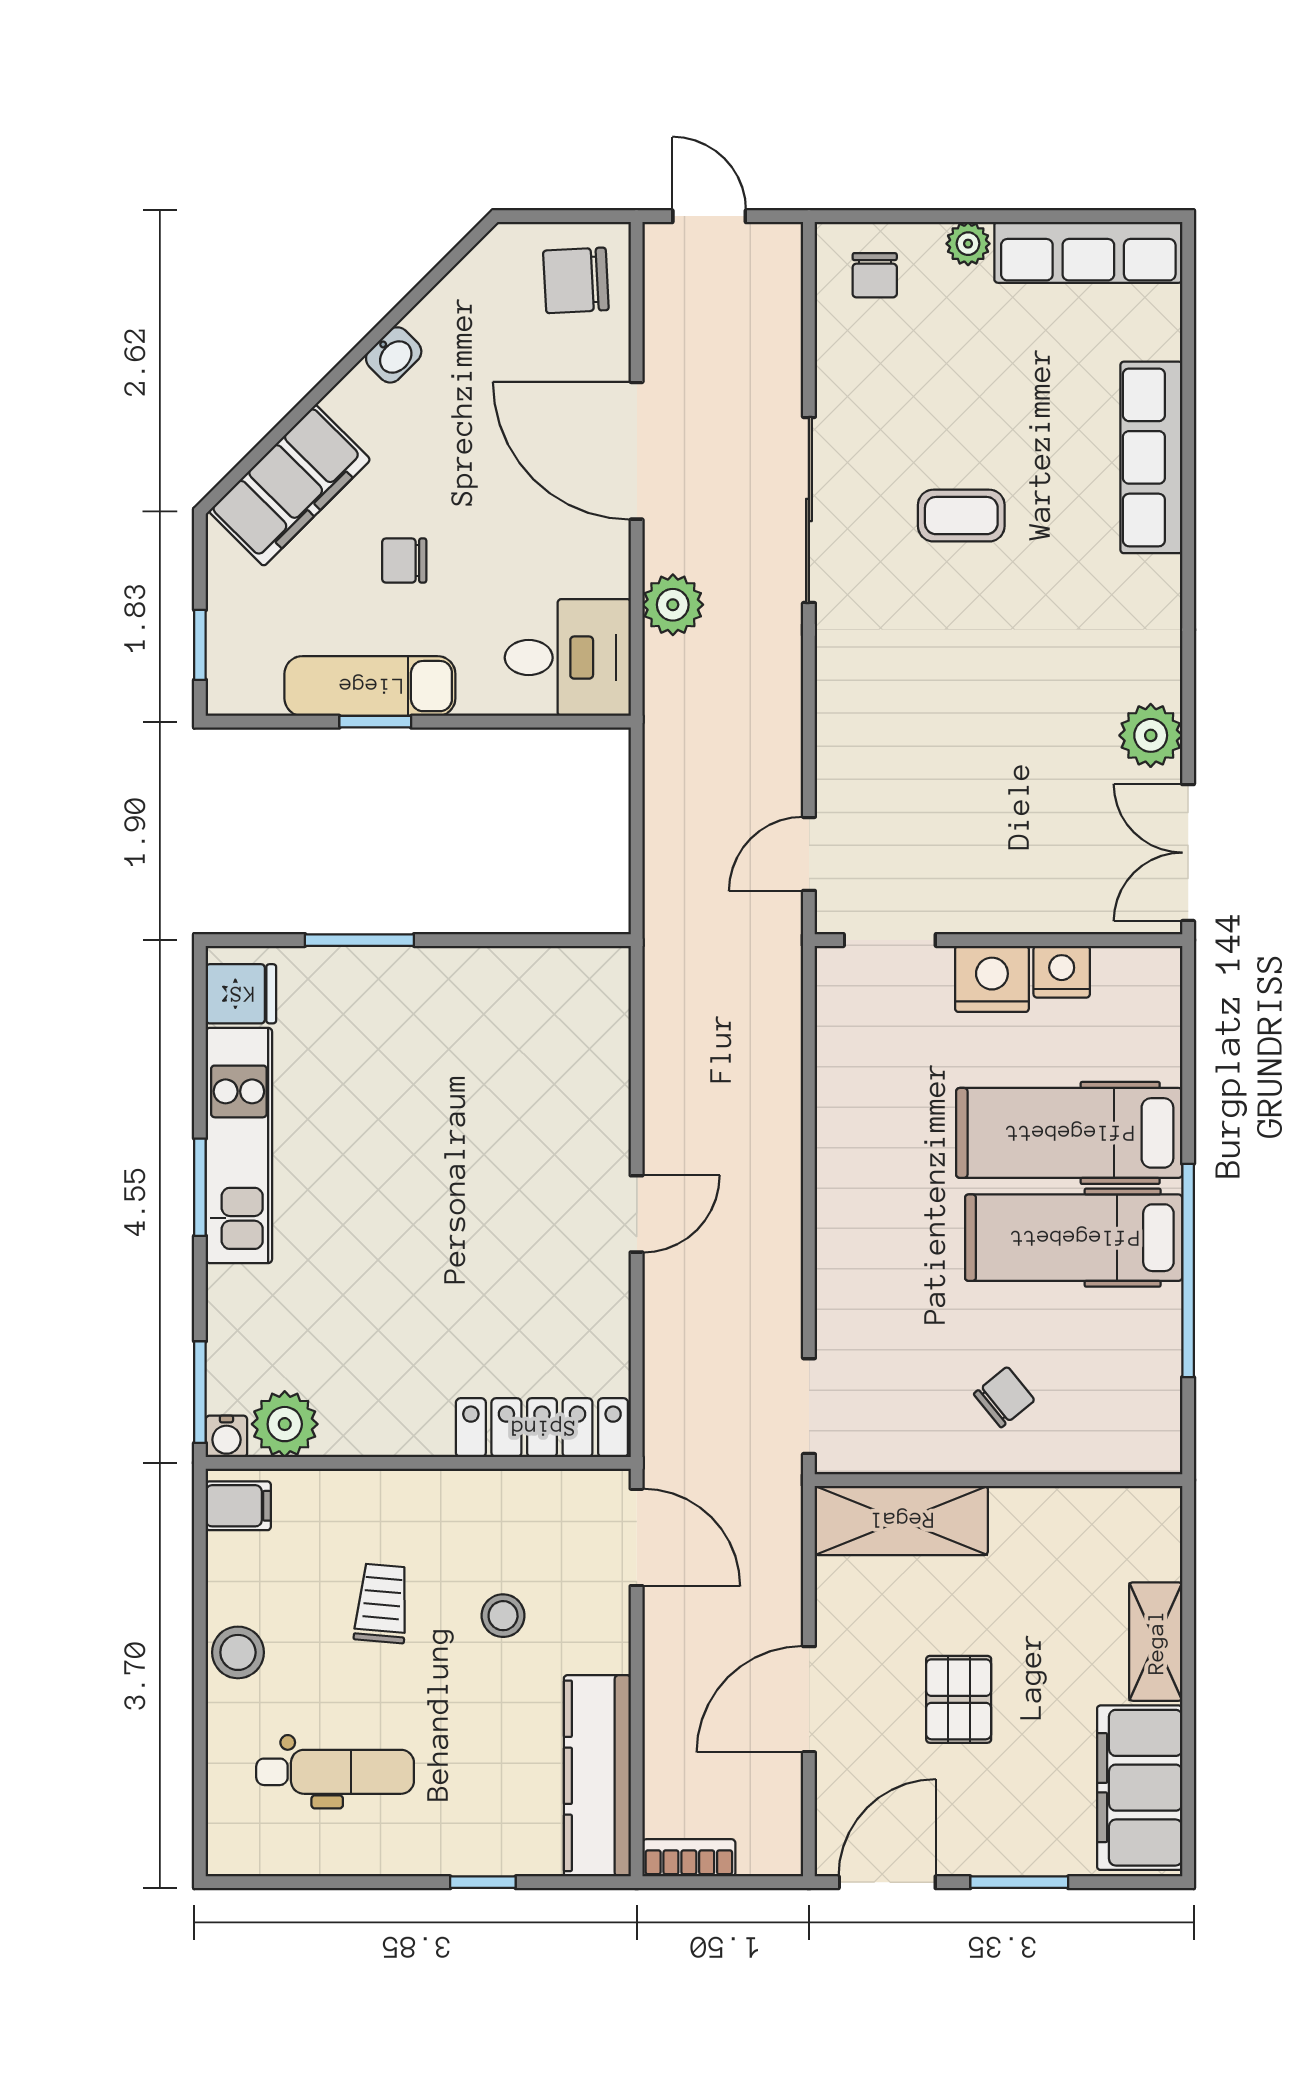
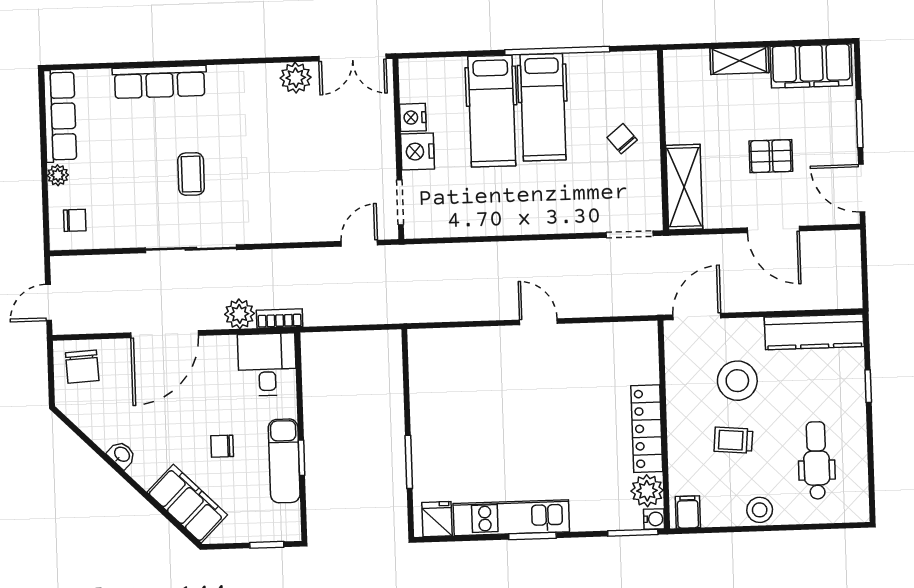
chair: (404, 561) -> (222, 446), turned 90
door: (809, 854) -> (359, 243), swing flipped
locker: (542, 1428) -> (647, 429), moved
stool: (503, 1616) -> (737, 381), width x1.89, depth x1.89
bookcase: (689, 1858) -> (280, 318), moved, turned 90

